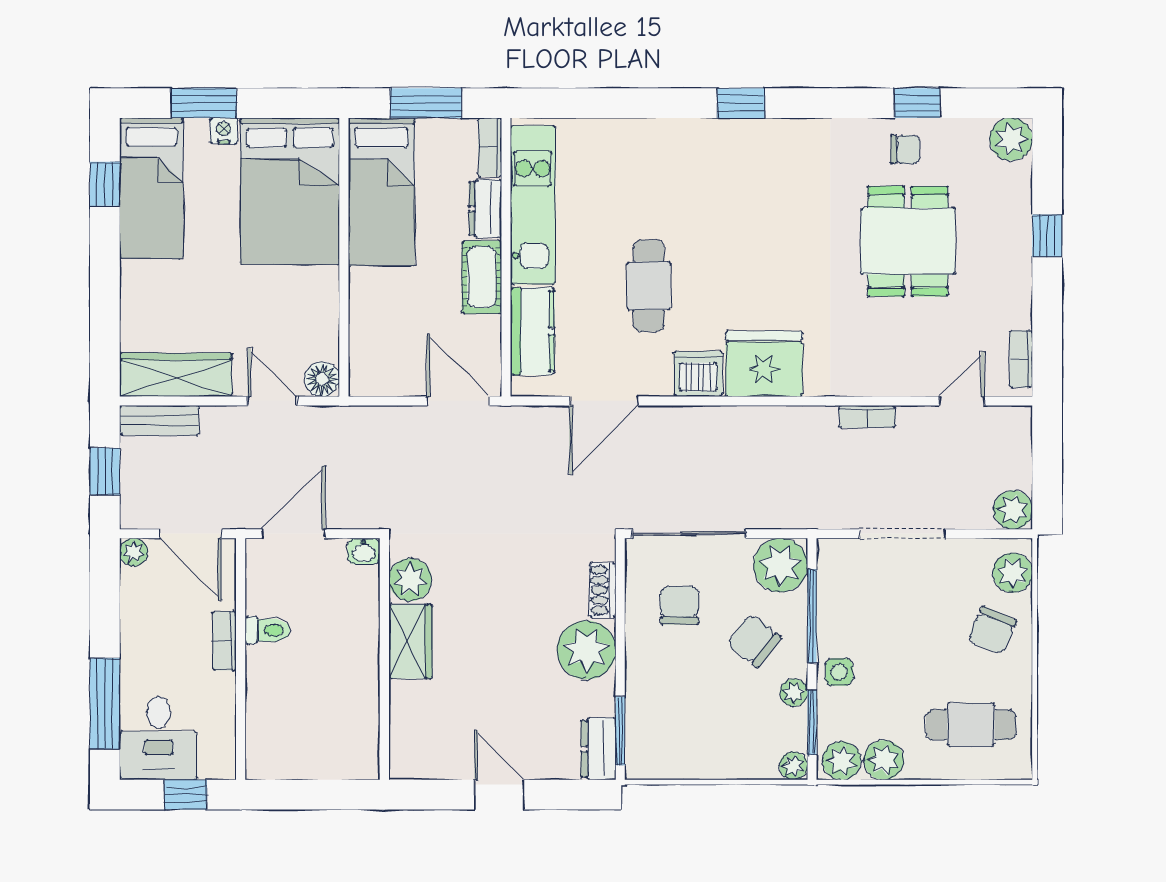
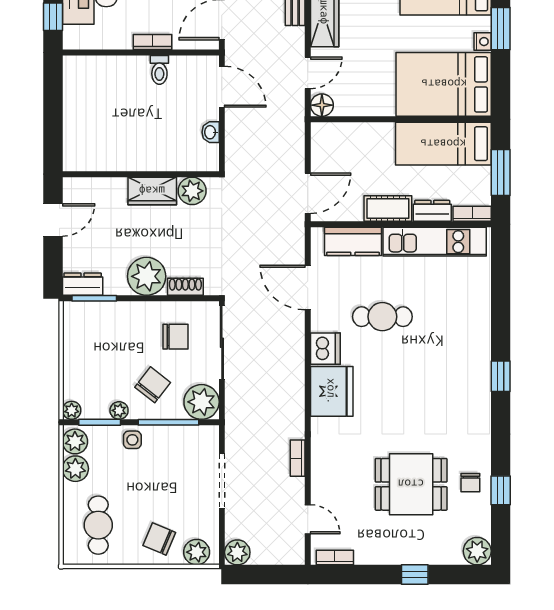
plant: (410, 580) -> (192, 191), moved
wardrobe: (410, 641) -> (152, 191), moved
wall: (384, 659) -> (141, 174), moved

